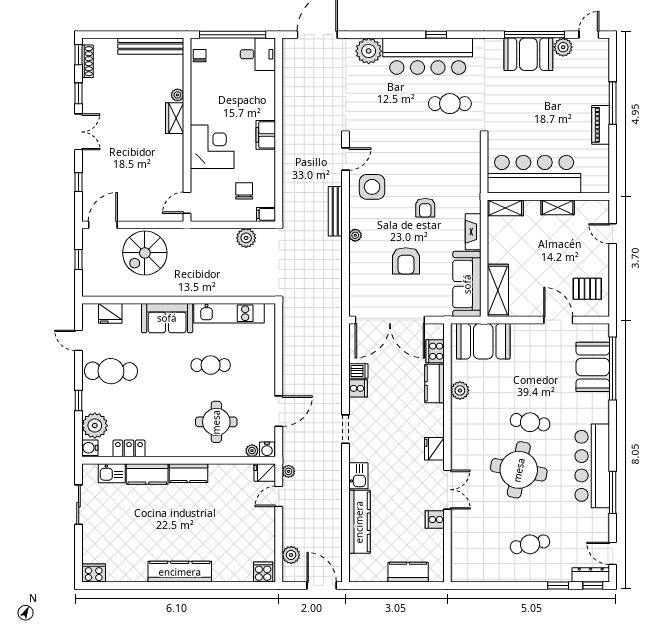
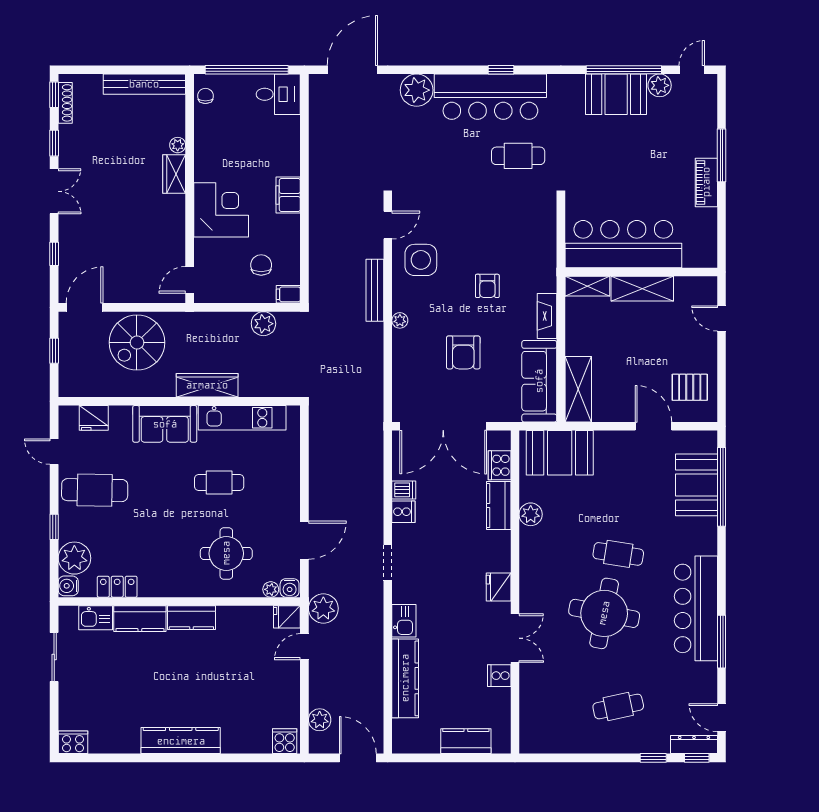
shelving: (558, 207) -> (642, 289), width x1.50, depth x1.33
wardrobe: (201, 287) -> (207, 385), added
plant: (288, 471) -> (323, 608), width x1.88, depth x1.88

